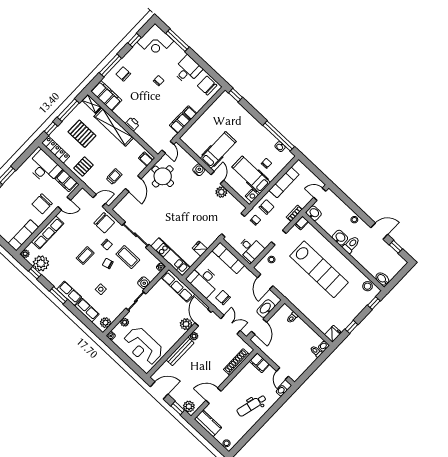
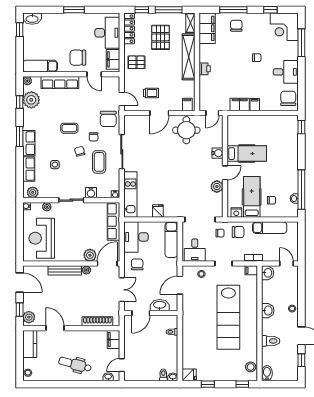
toilet: (351, 245) -> (271, 341), moved

